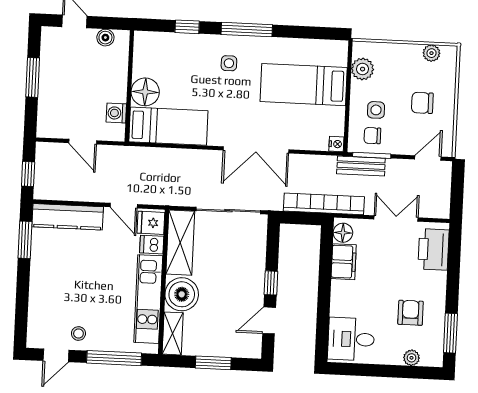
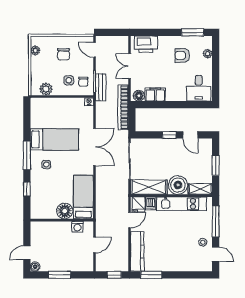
boiler: (105, 38) -> (35, 267), moved
bed: (304, 85) -> (54, 139), moved, turned -90

